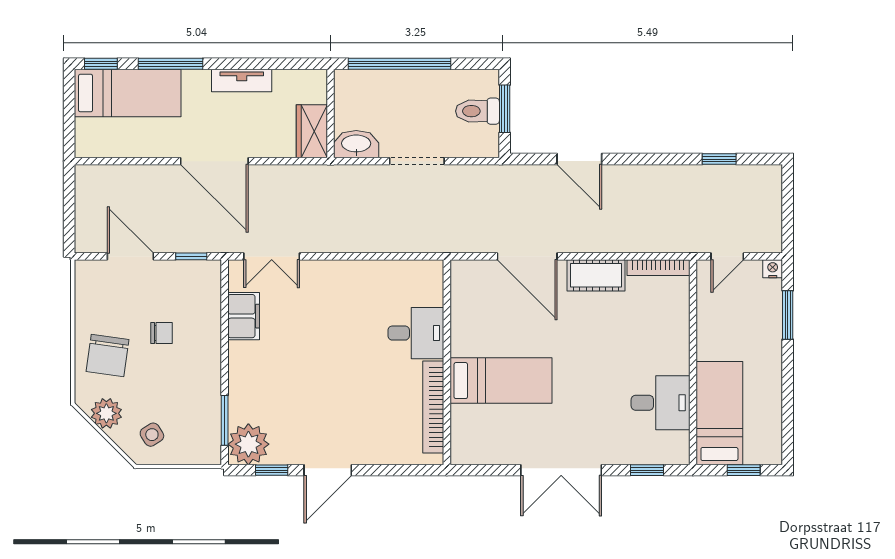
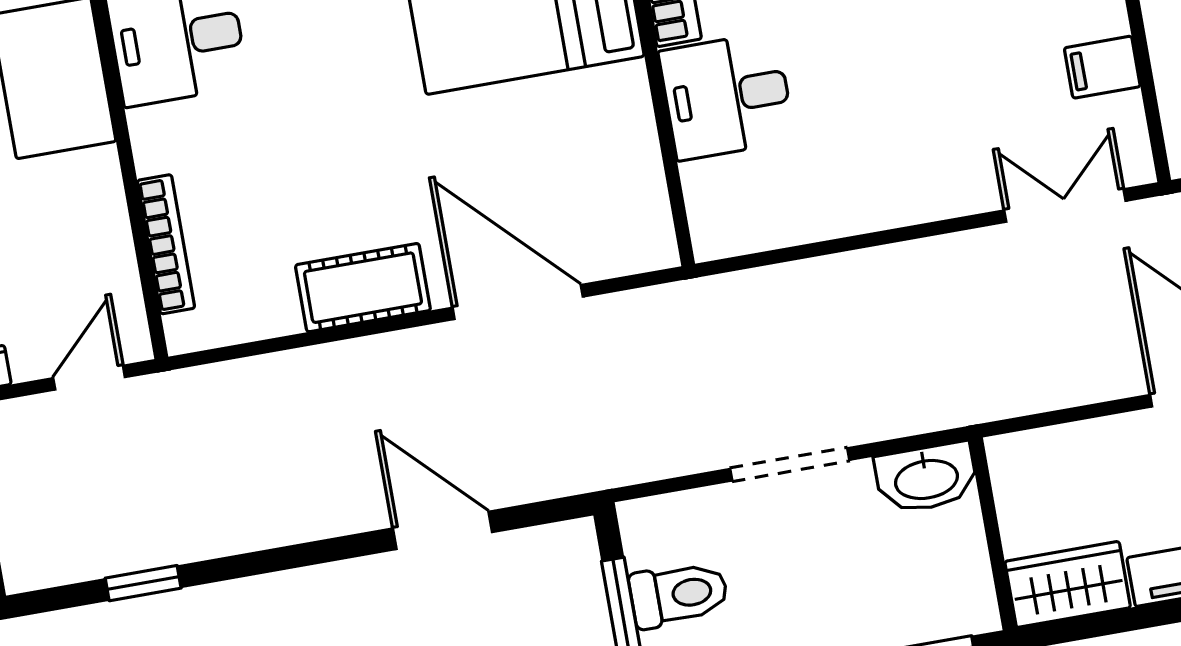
wardrobe: (312, 131) -> (1068, 584), moved, turned -90
bookcase: (658, 268) -> (166, 244), moved, turned 90
filing cabinet: (244, 316) -> (1102, 67), width x0.50

